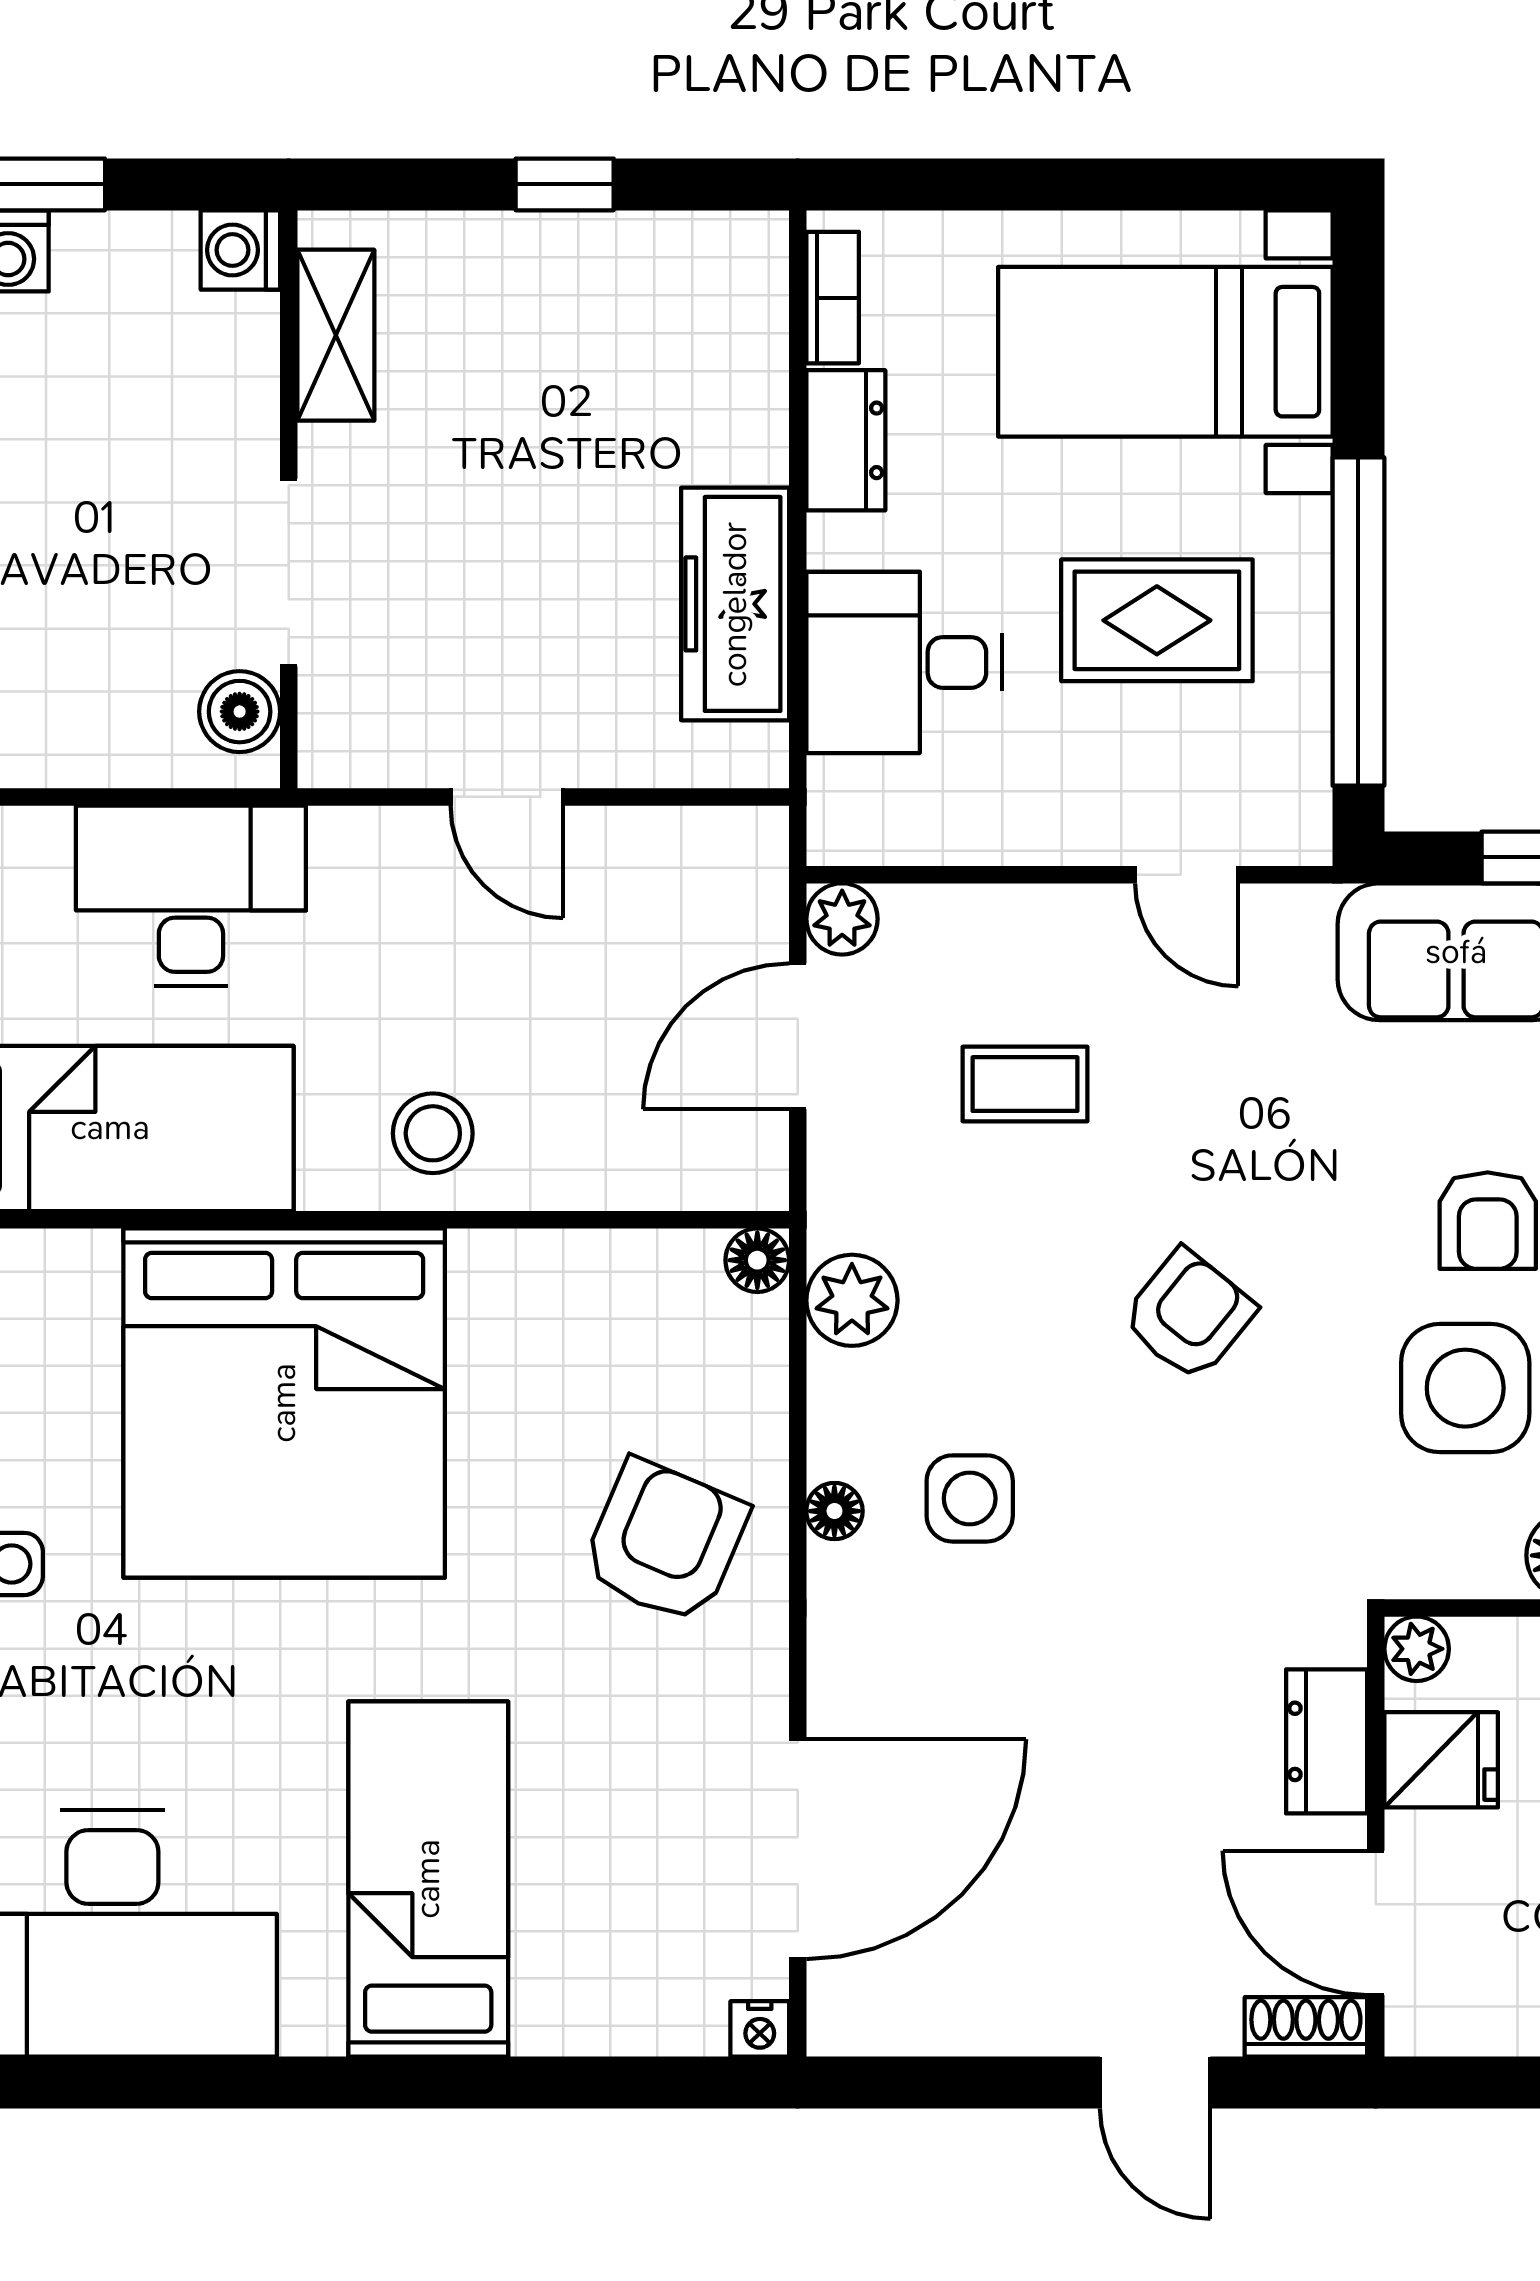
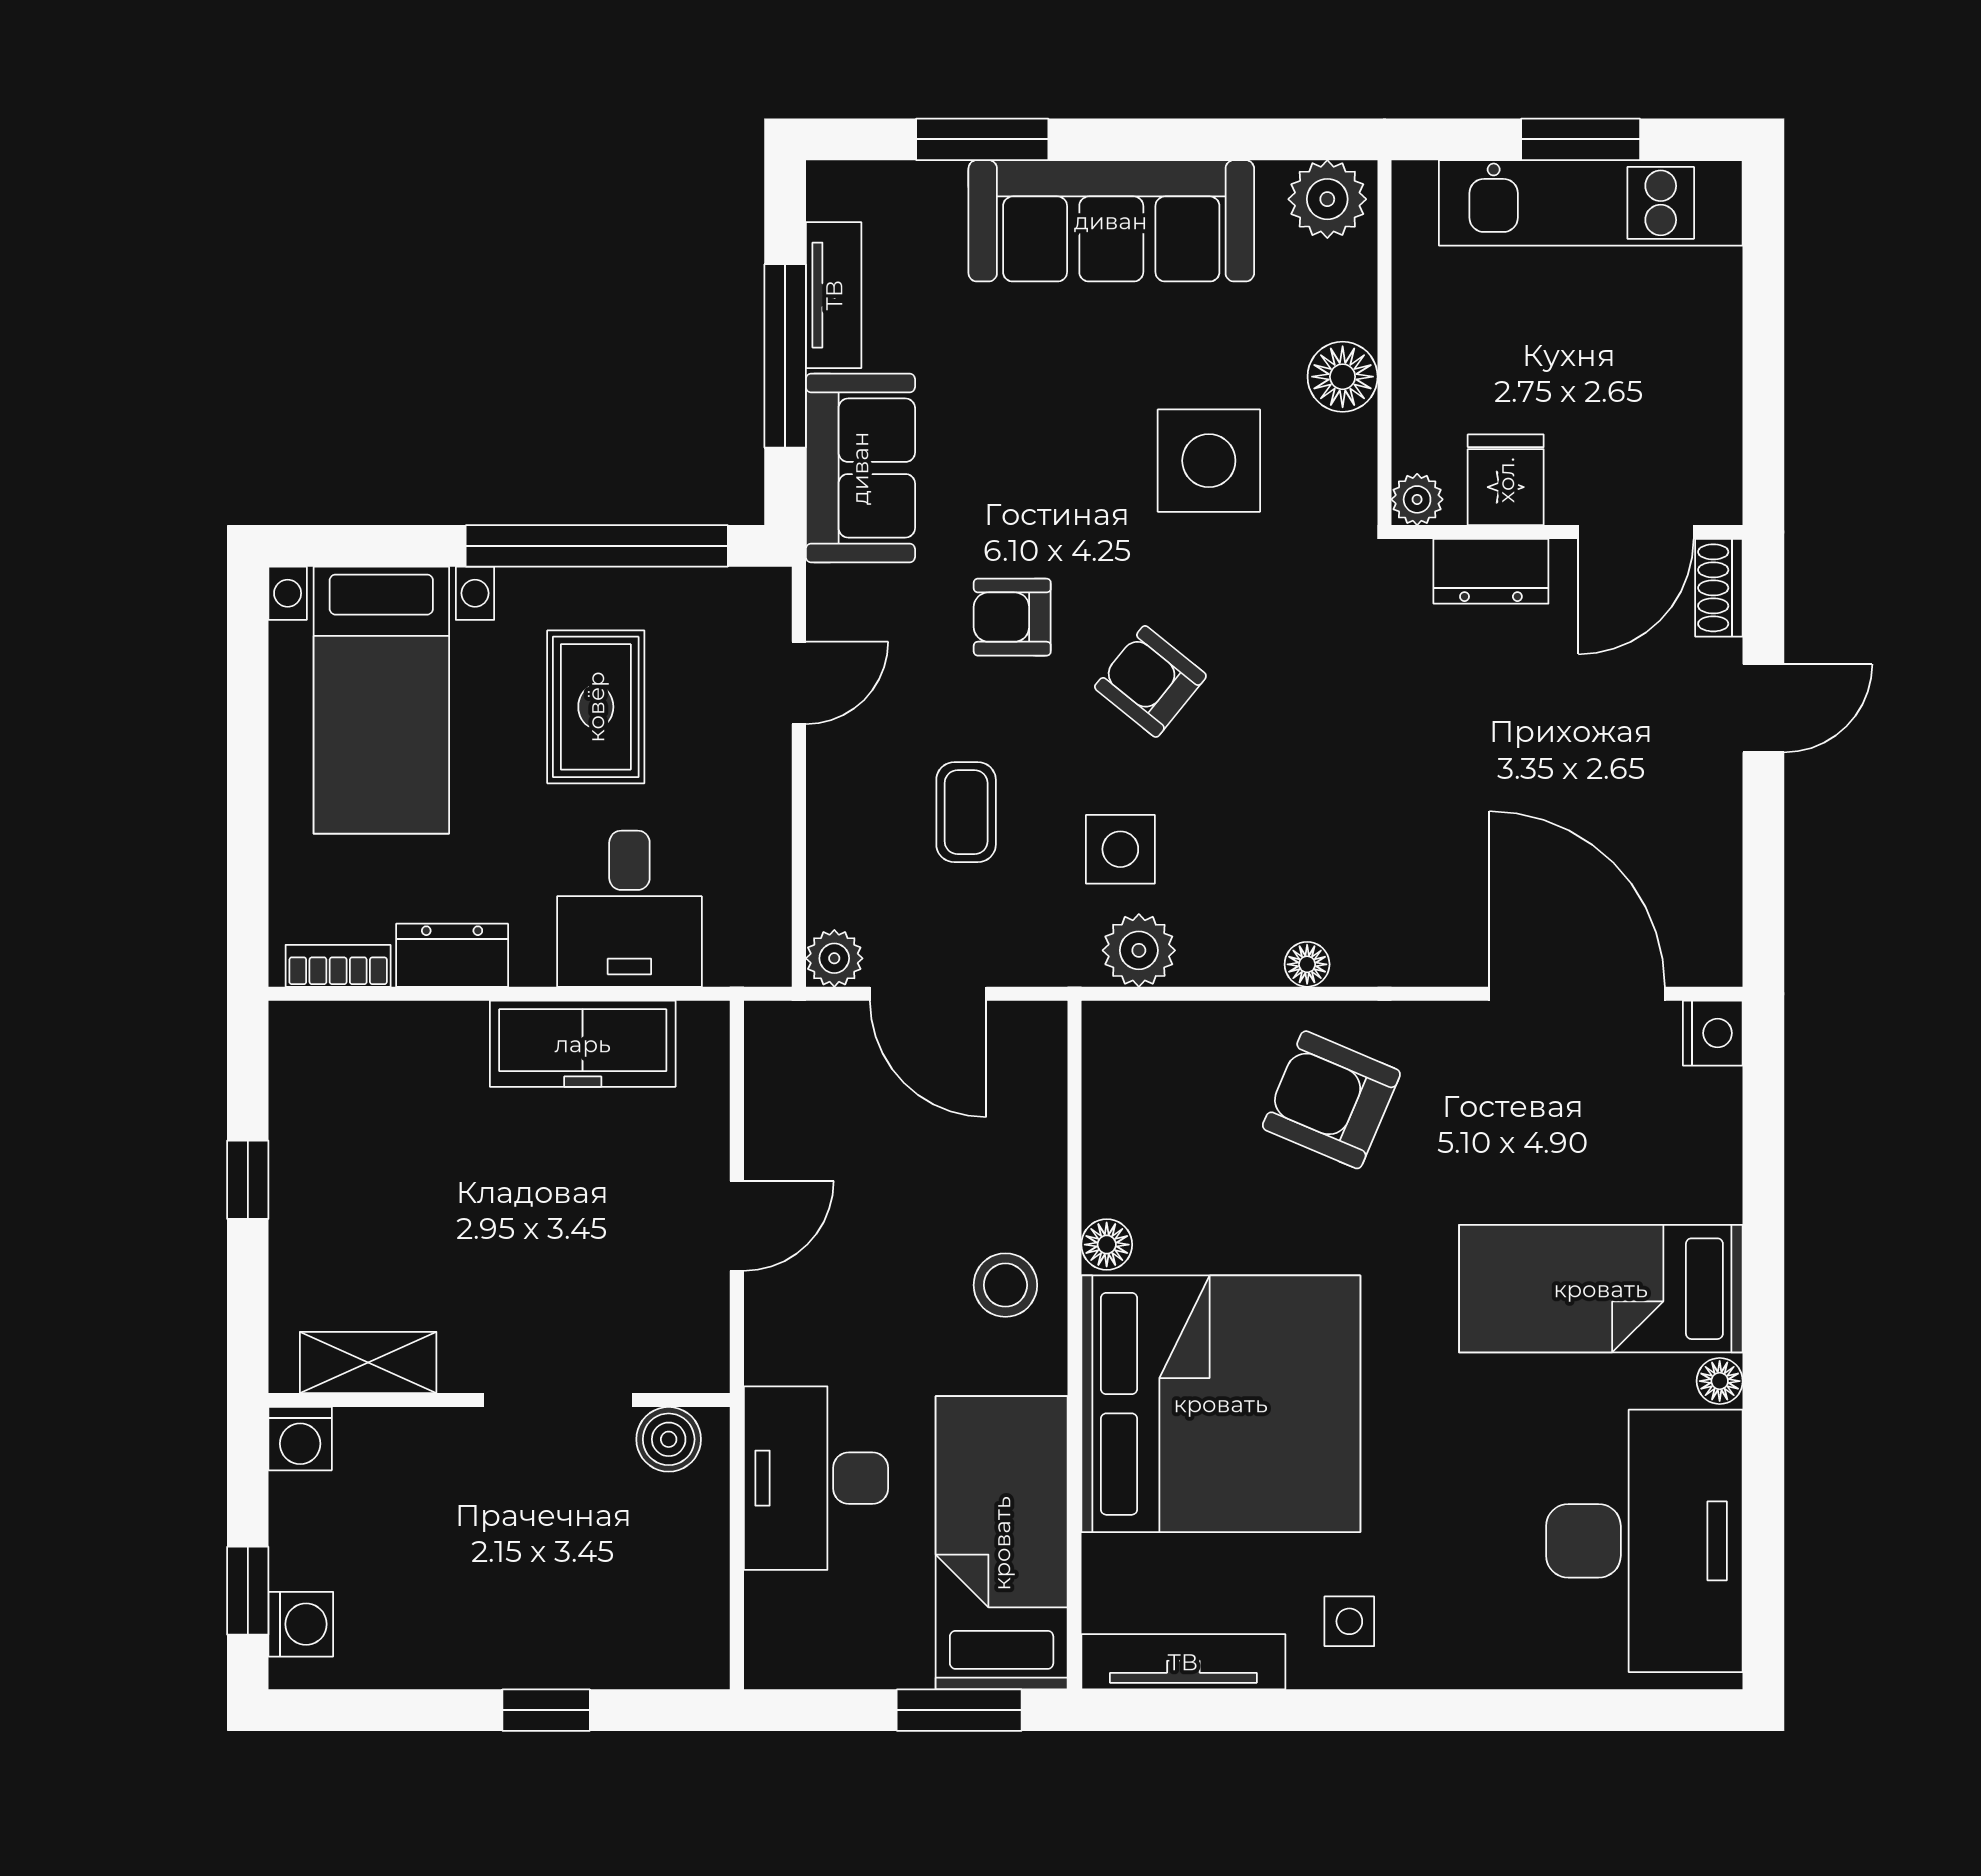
armchair: (1488, 1221) -> (1012, 617), moved, turned 180
floor lamp: (757, 1260) -> (1107, 1245), moved
side table: (970, 1498) -> (1120, 849), moved
floor lamp: (313, 2028) -> (1720, 1381), added
nightstand: (760, 2029) -> (1713, 1033), width x1.39, depth x1.35

